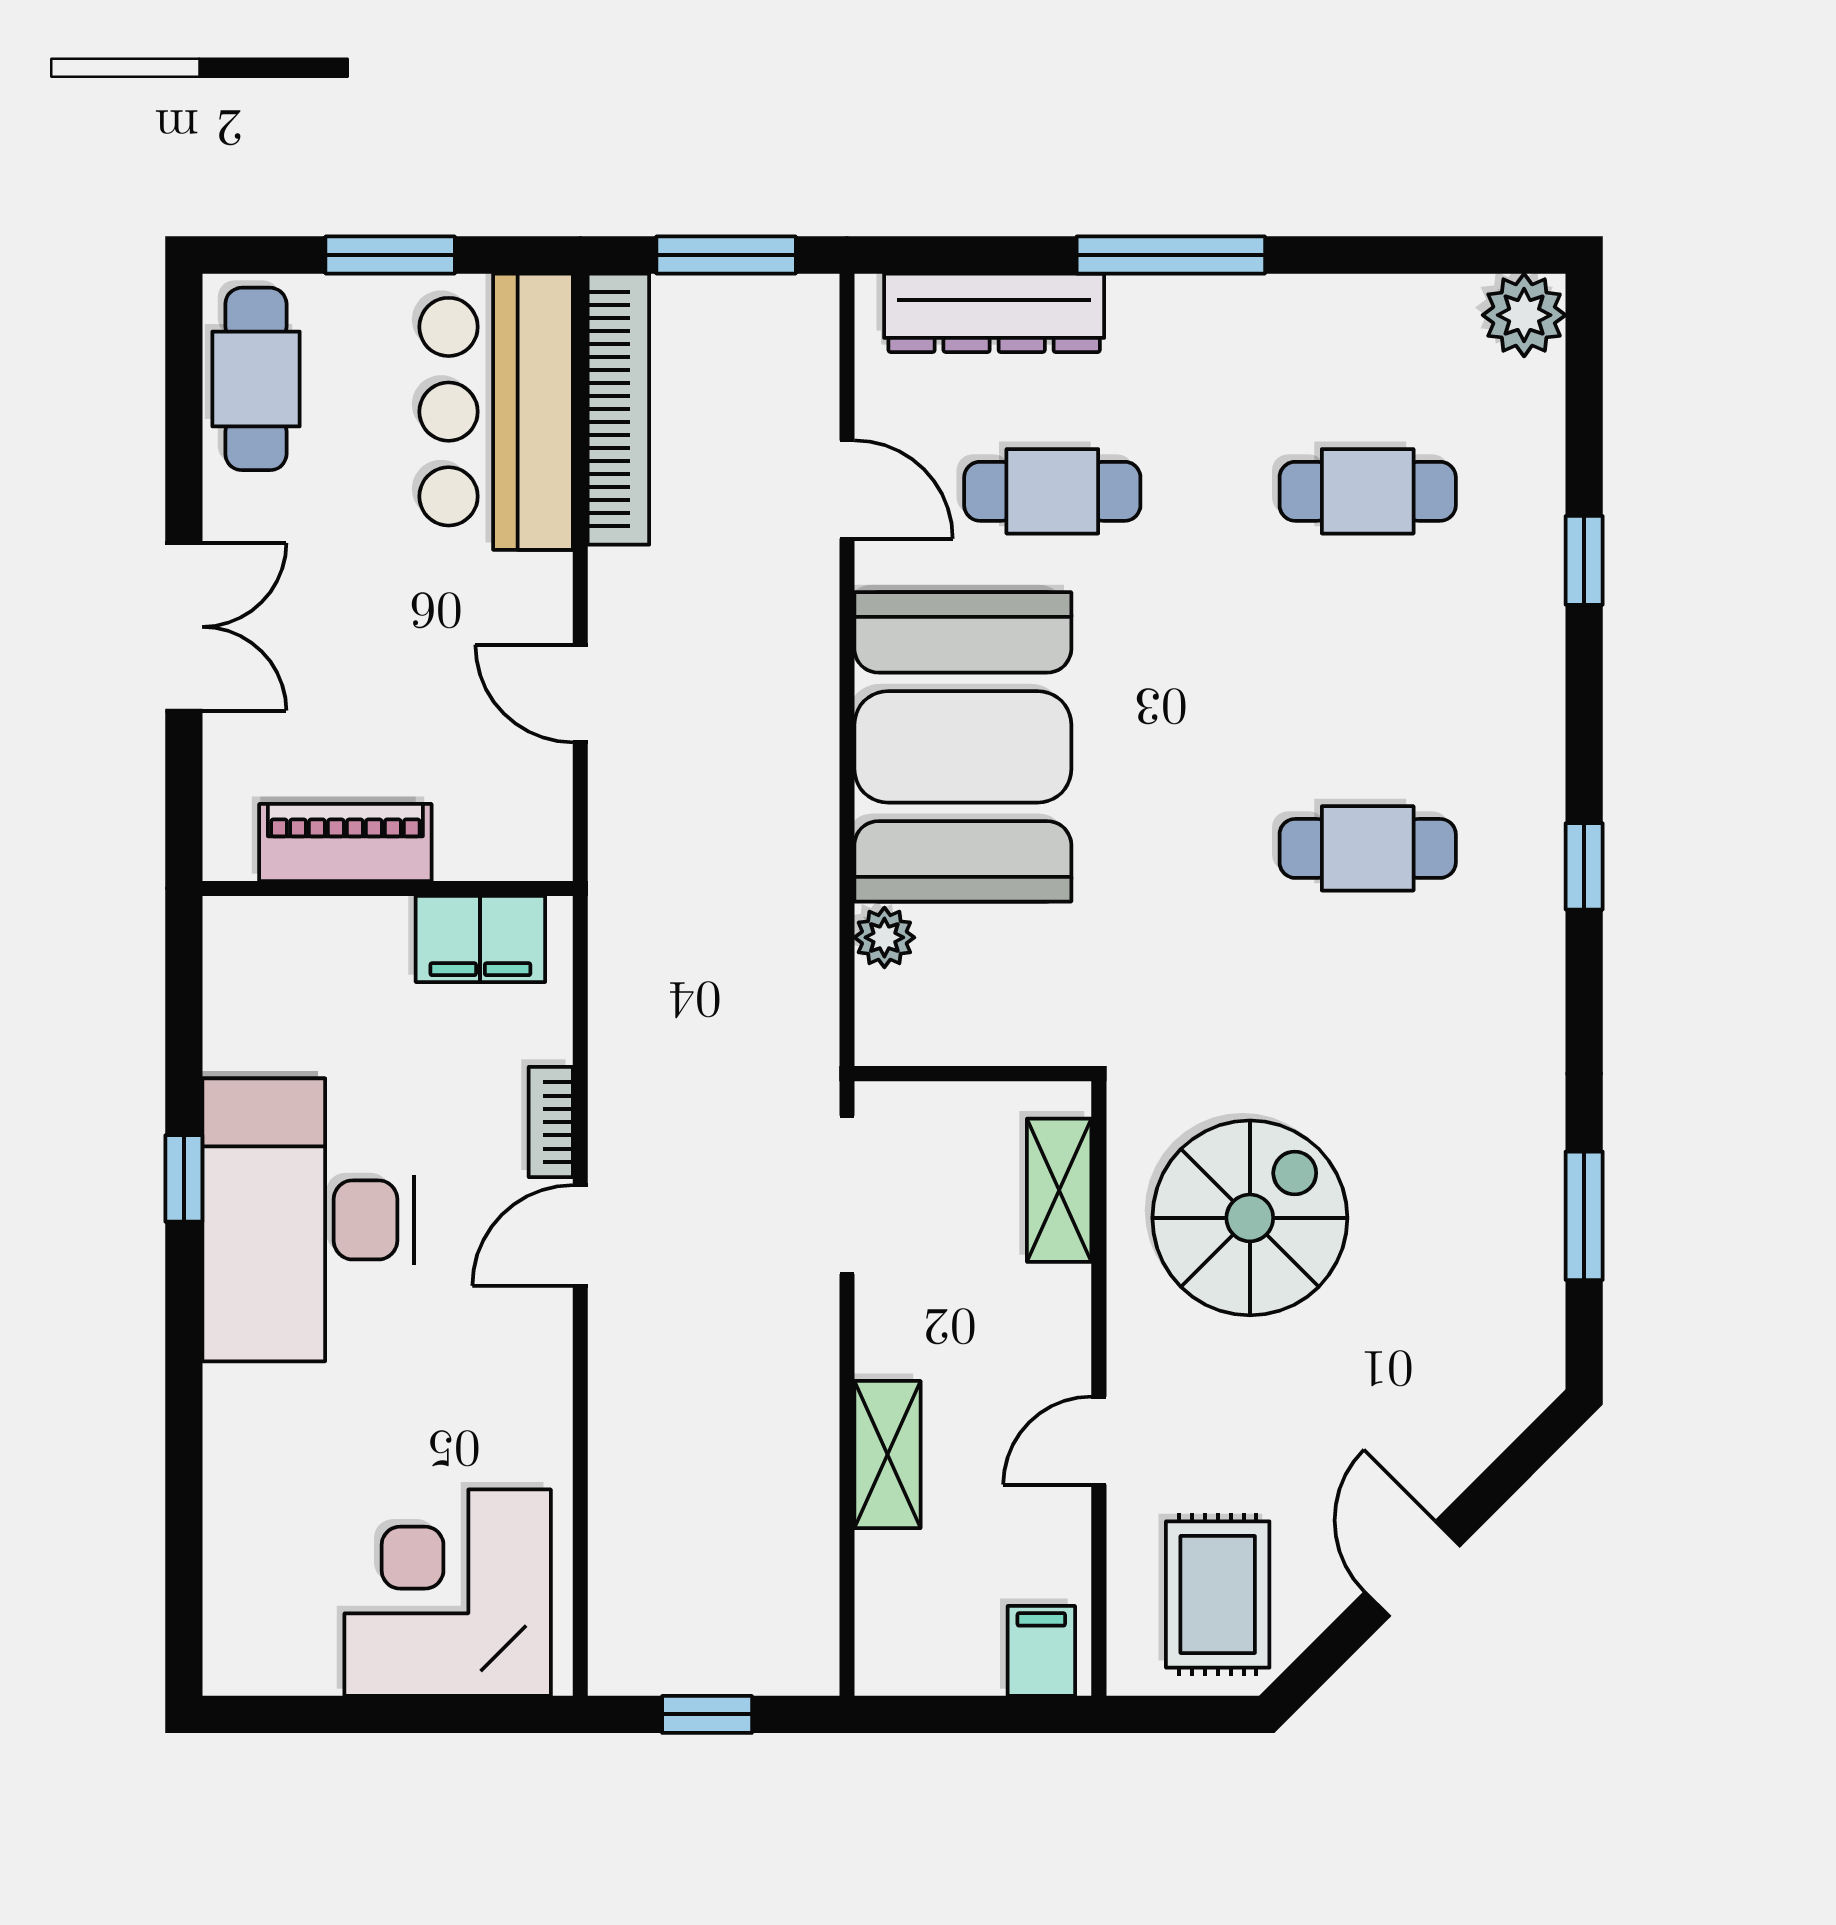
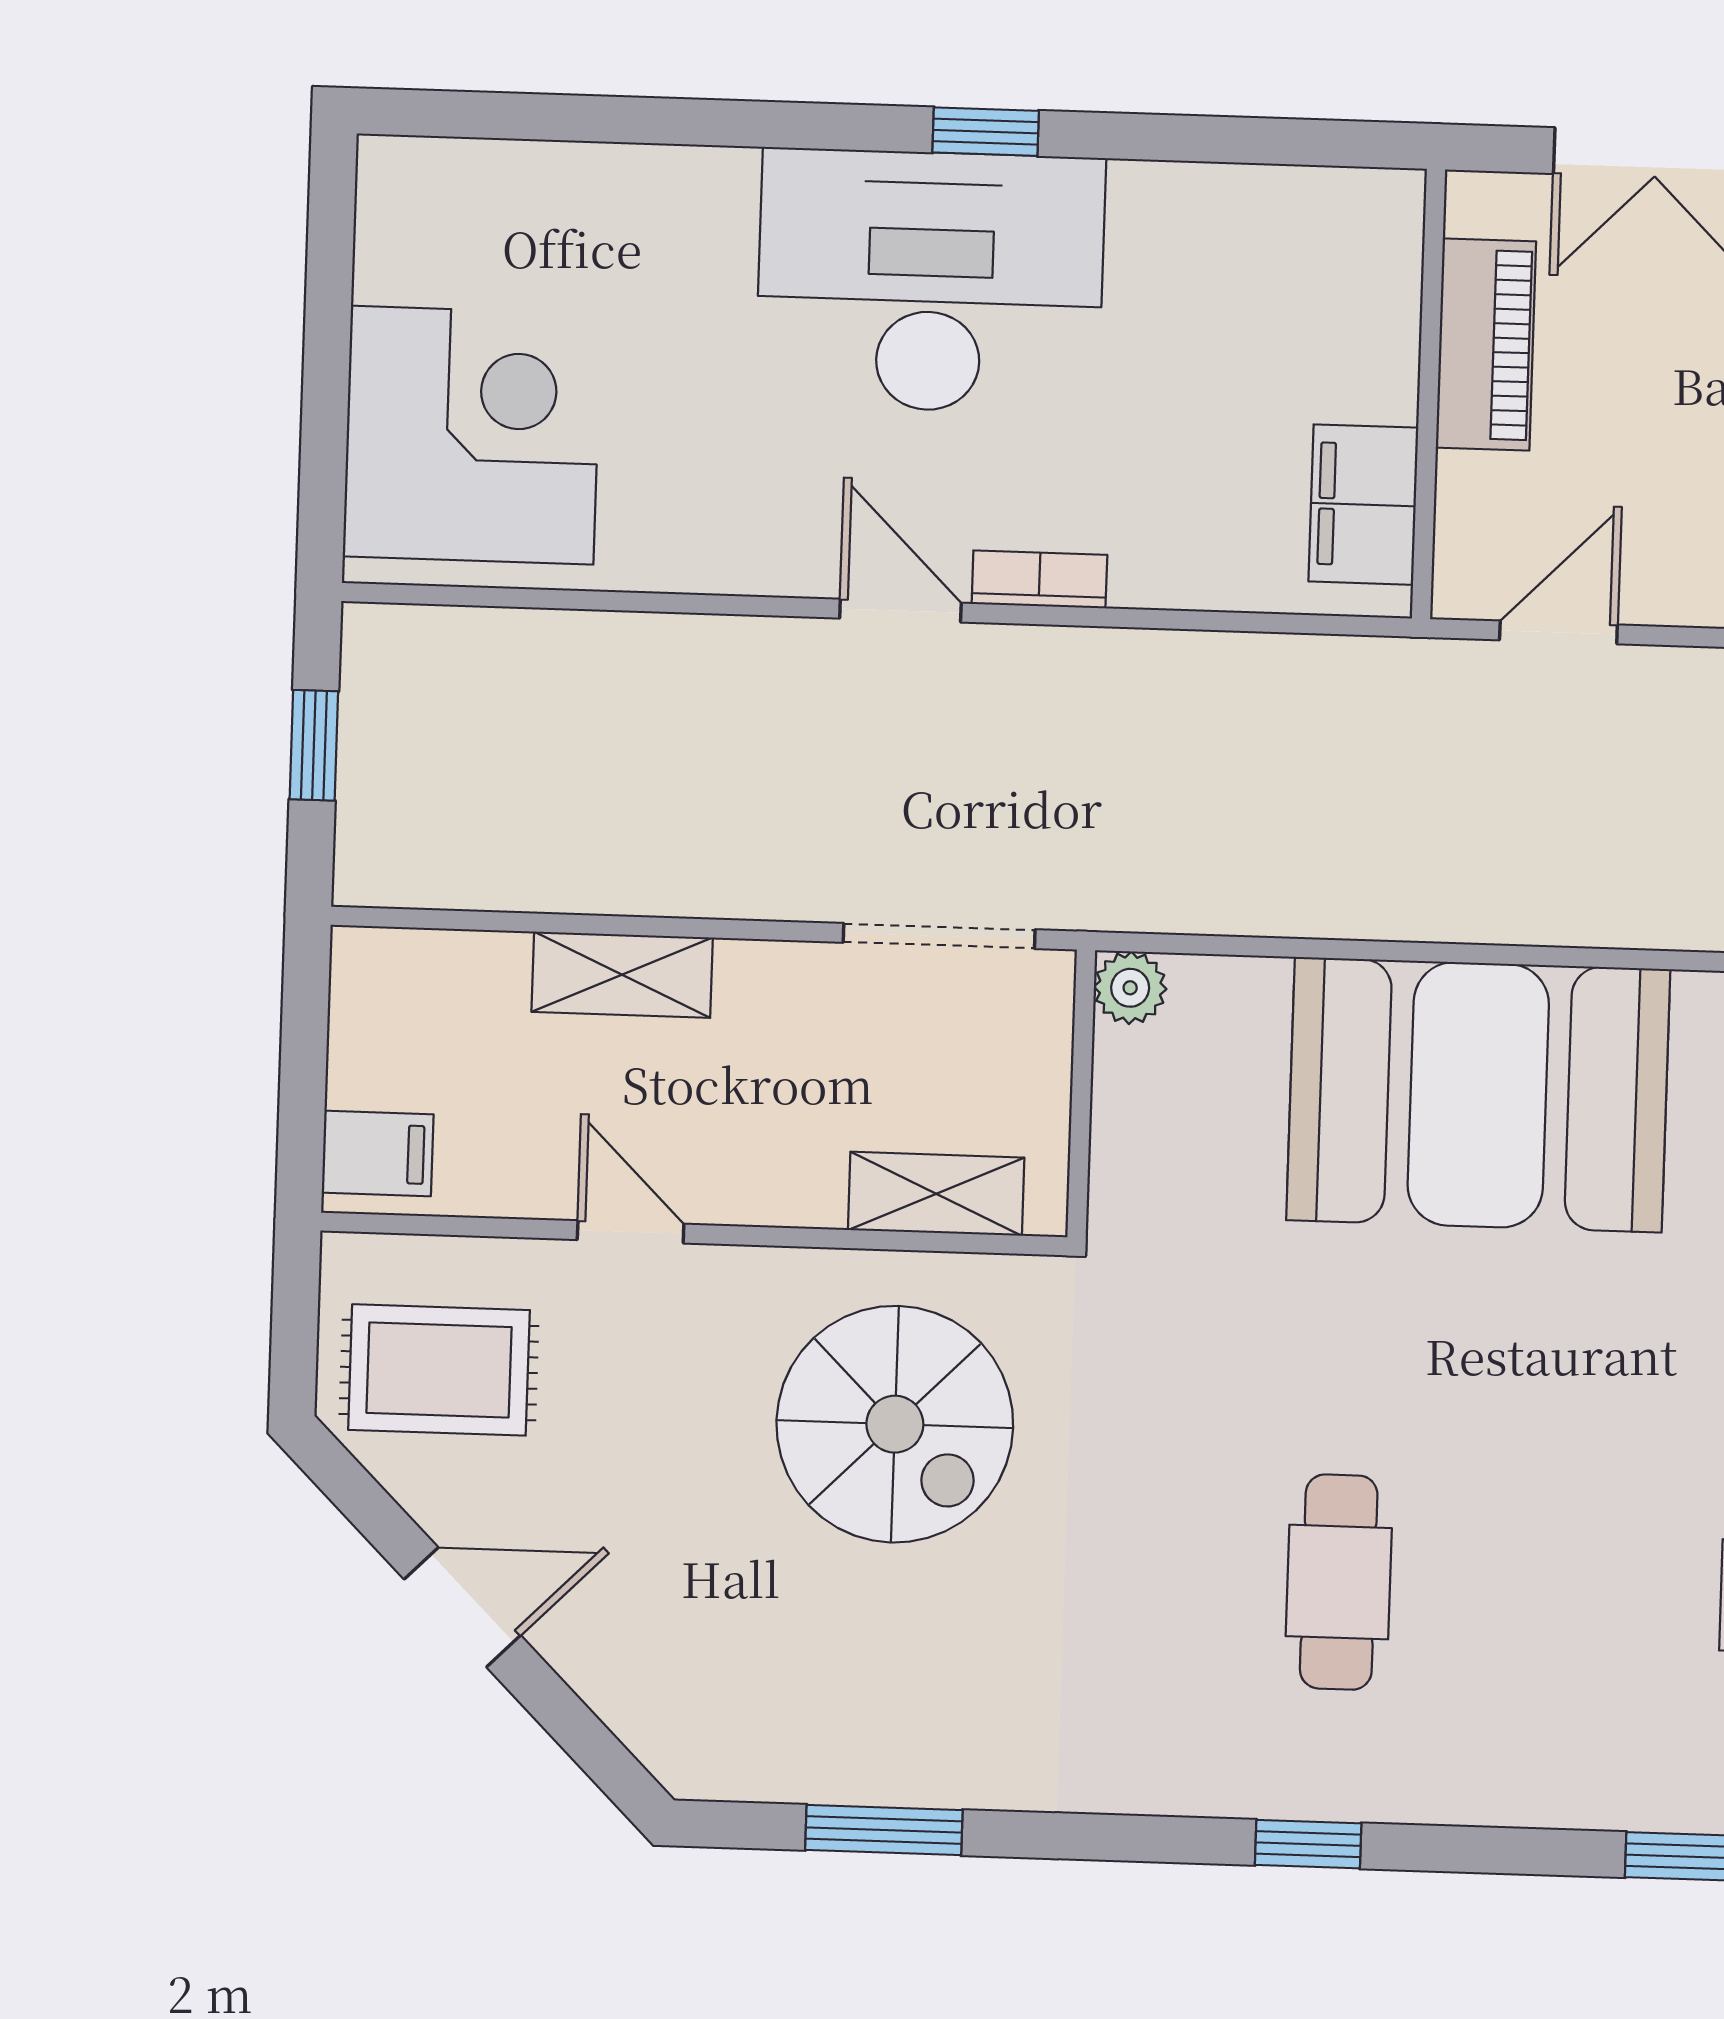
piano: (345, 842) -> (1486, 345), moved
wall: (388, 888) -> (1429, 394), moved
plant: (884, 937) -> (1130, 988), moved
filing cabinet: (480, 939) -> (1363, 505), moved

